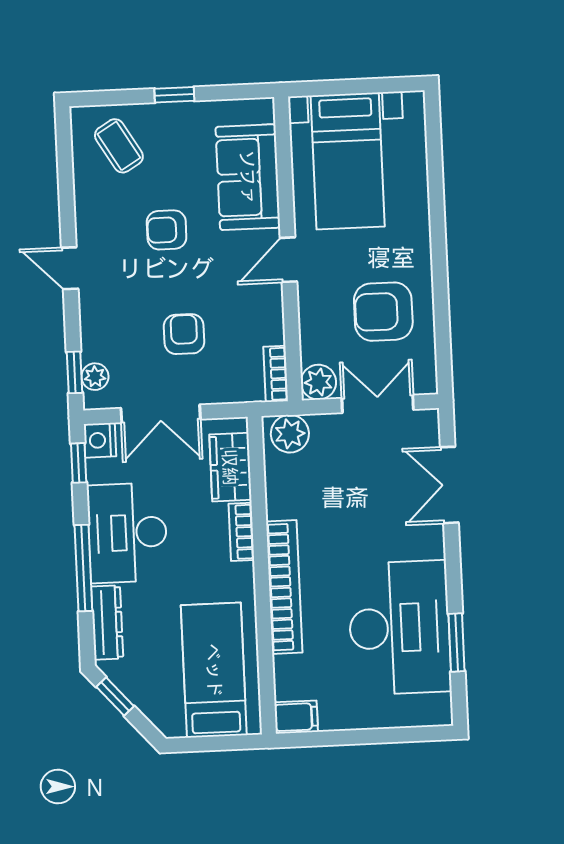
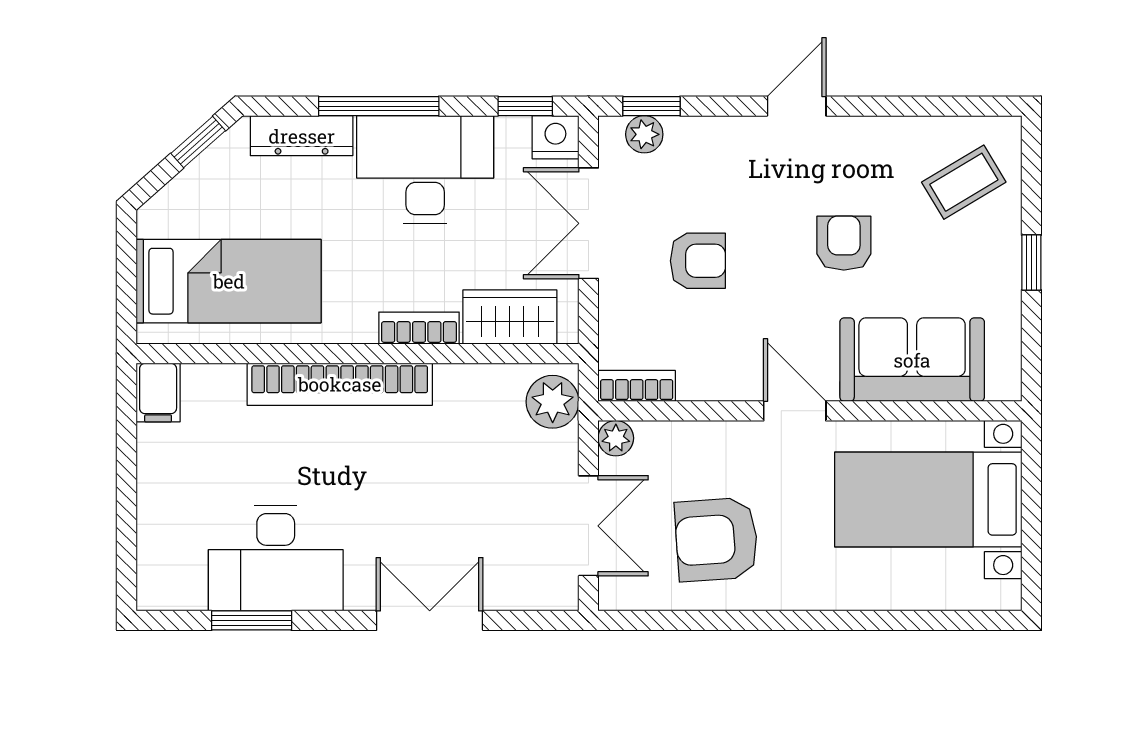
armchair: (383, 312) -> (717, 539), turned -94
plant: (318, 382) -> (616, 438), width x0.73, depth x0.73
double door: (449, 485) -> (430, 620), moved
desk: (400, 628) -> (276, 558), width x0.73, depth x0.77

